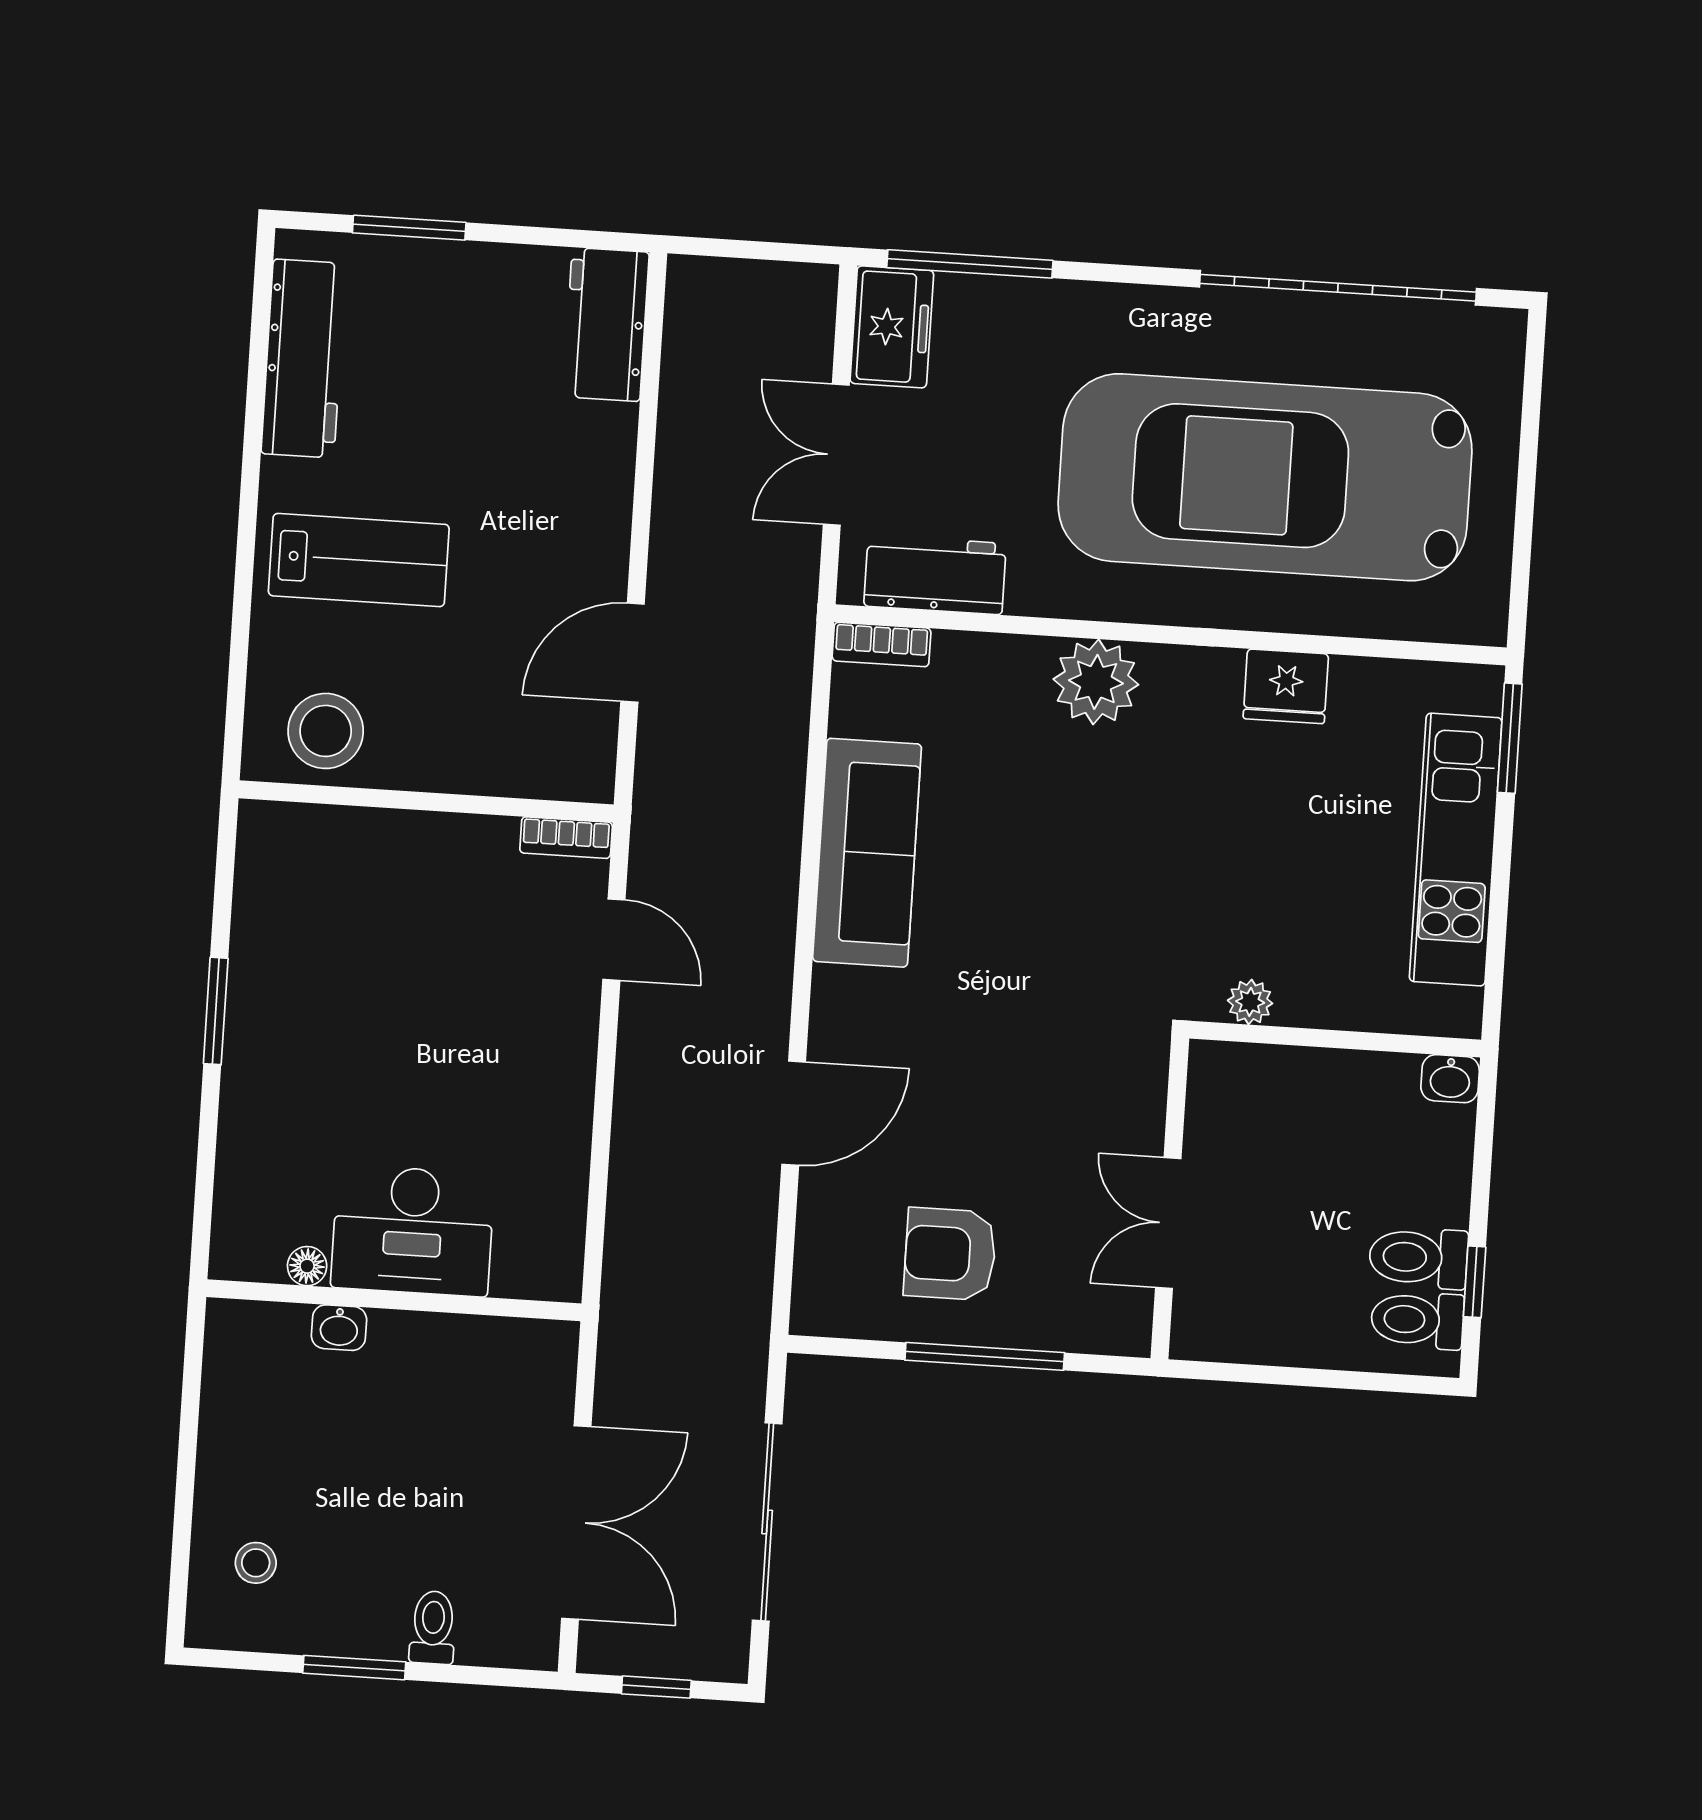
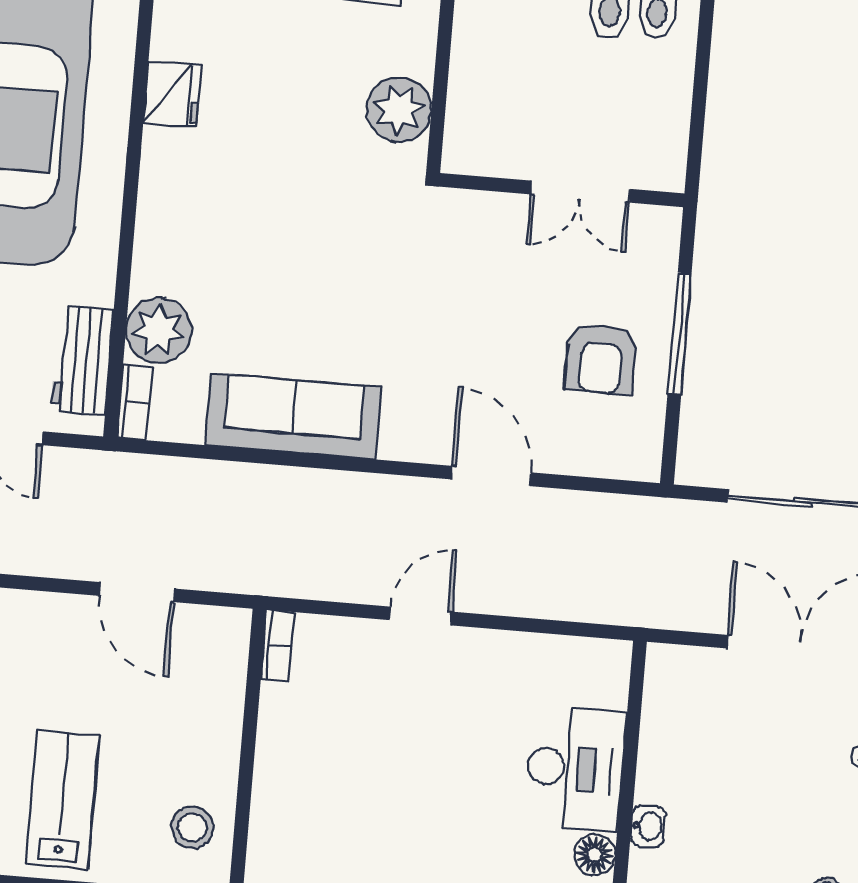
plant: (1096, 682) -> (159, 330), moved
stool: (326, 731) -> (192, 828), width x0.73, depth x0.73
door: (614, 940) -> (421, 616), moved
plant: (1250, 1002) -> (399, 110), width x1.87, depth x1.87
floor lamp: (307, 1266) -> (595, 855), width x1.37, depth x1.37

